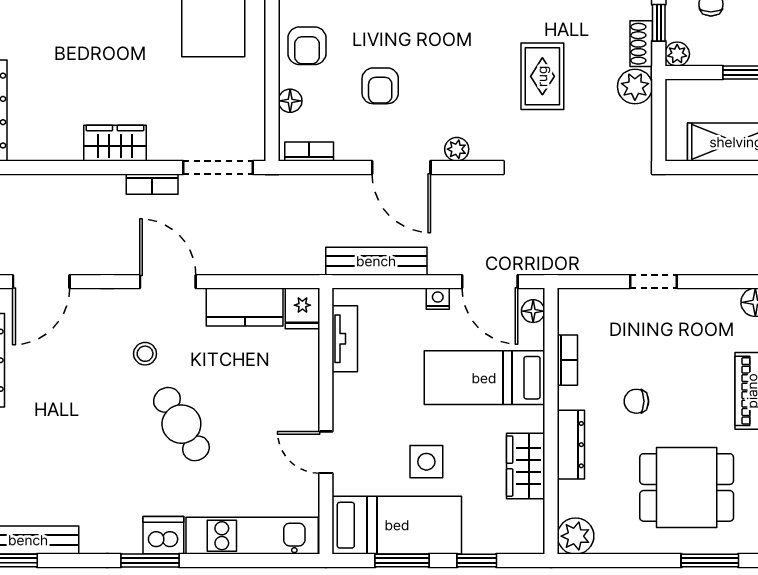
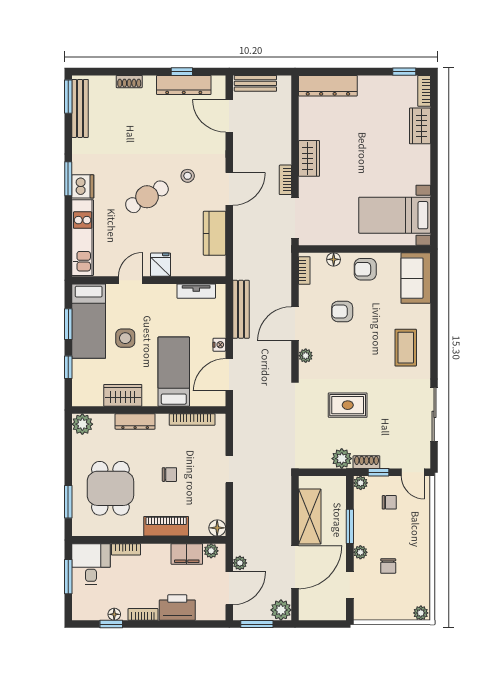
fridge: (302, 308) -> (161, 265), moved, turned 90
floor lamp: (533, 311) -> (212, 400), removed
bookcase: (567, 360) -> (192, 420), width x1.56
chair: (636, 401) -> (169, 475), moved, turned 90

